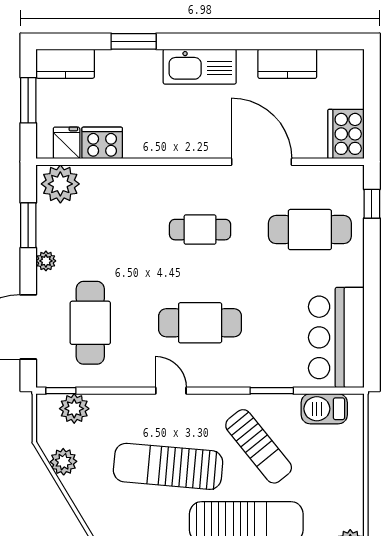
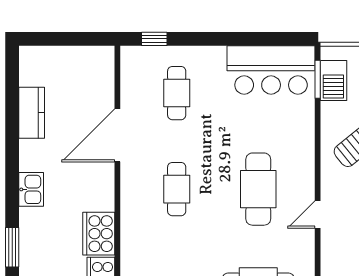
kitchen sink: (200, 67) -> (31, 189), width x0.53, depth x0.81
cooker: (346, 134) -> (99, 234), moved, turned 90
cafe table: (310, 230) -> (177, 93), width x0.73, depth x0.74
window: (272, 391) -> (318, 79), moved

